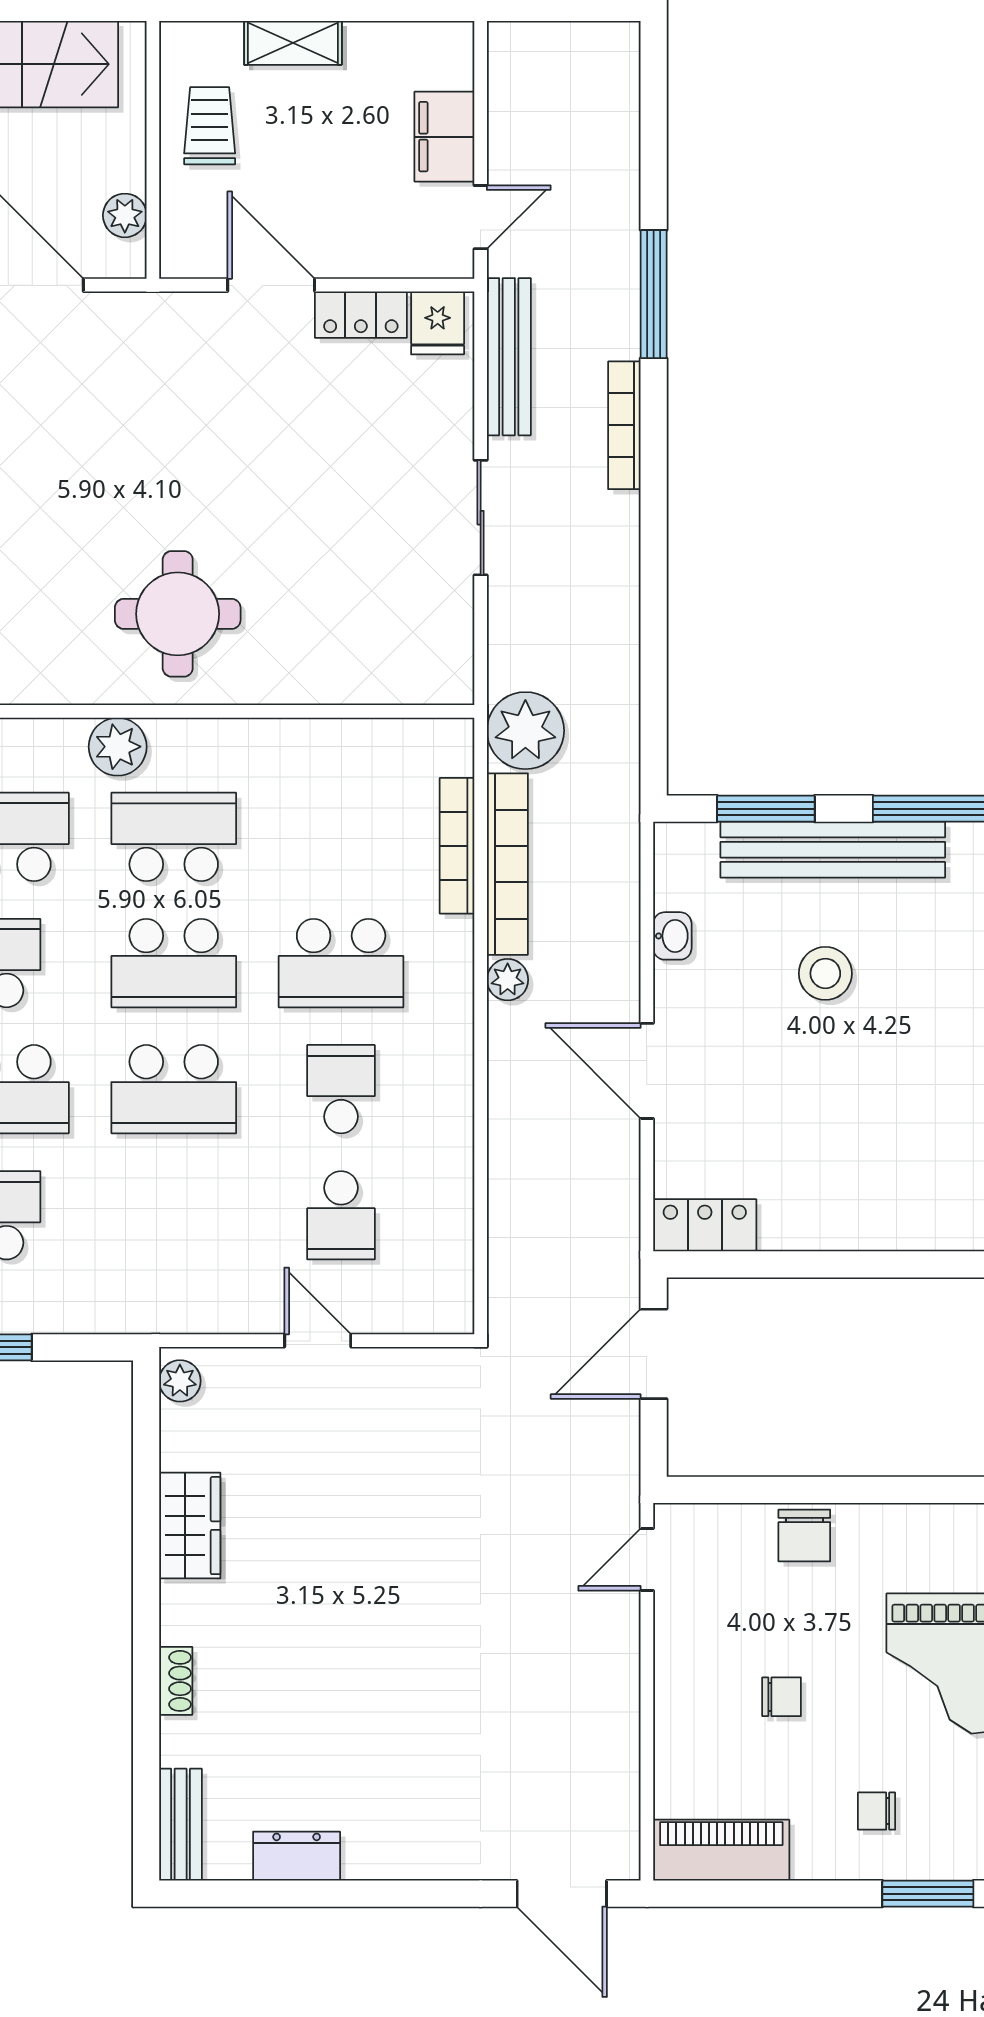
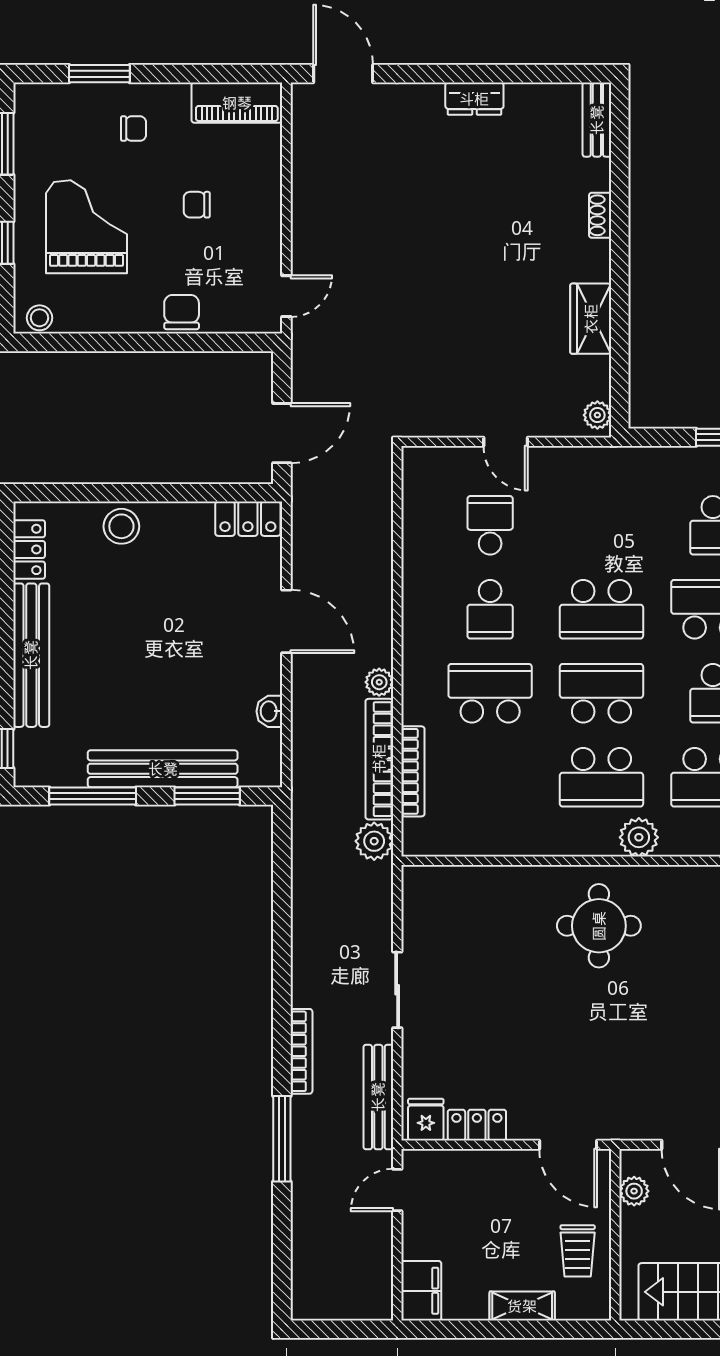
filing cabinet: (444, 137) -> (421, 1291), moved
door: (271, 285) -> (568, 1145), moved
plant: (525, 731) -> (374, 841), width x0.73, depth x0.73
stool: (825, 973) -> (121, 526), moved
school desk: (174, 1089) -> (601, 609), turned 180
dresser: (297, 1856) -> (474, 99), moved

